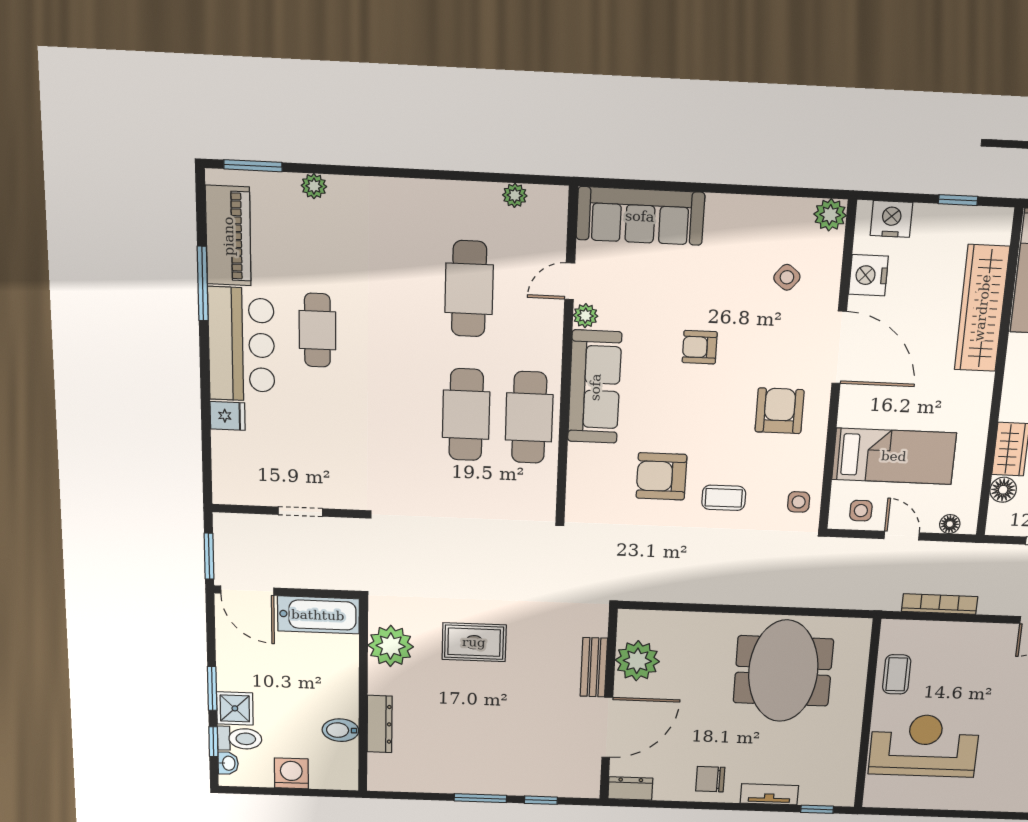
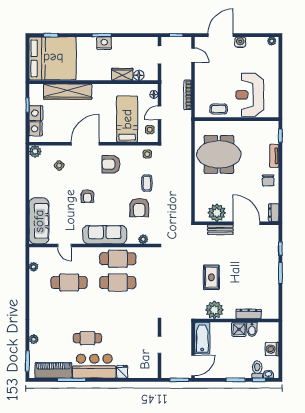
nightstand: (868, 275) -> (36, 113), moved, turned 90
plant: (585, 316) -> (143, 239), moved
shower: (235, 708) -> (239, 329), moved

